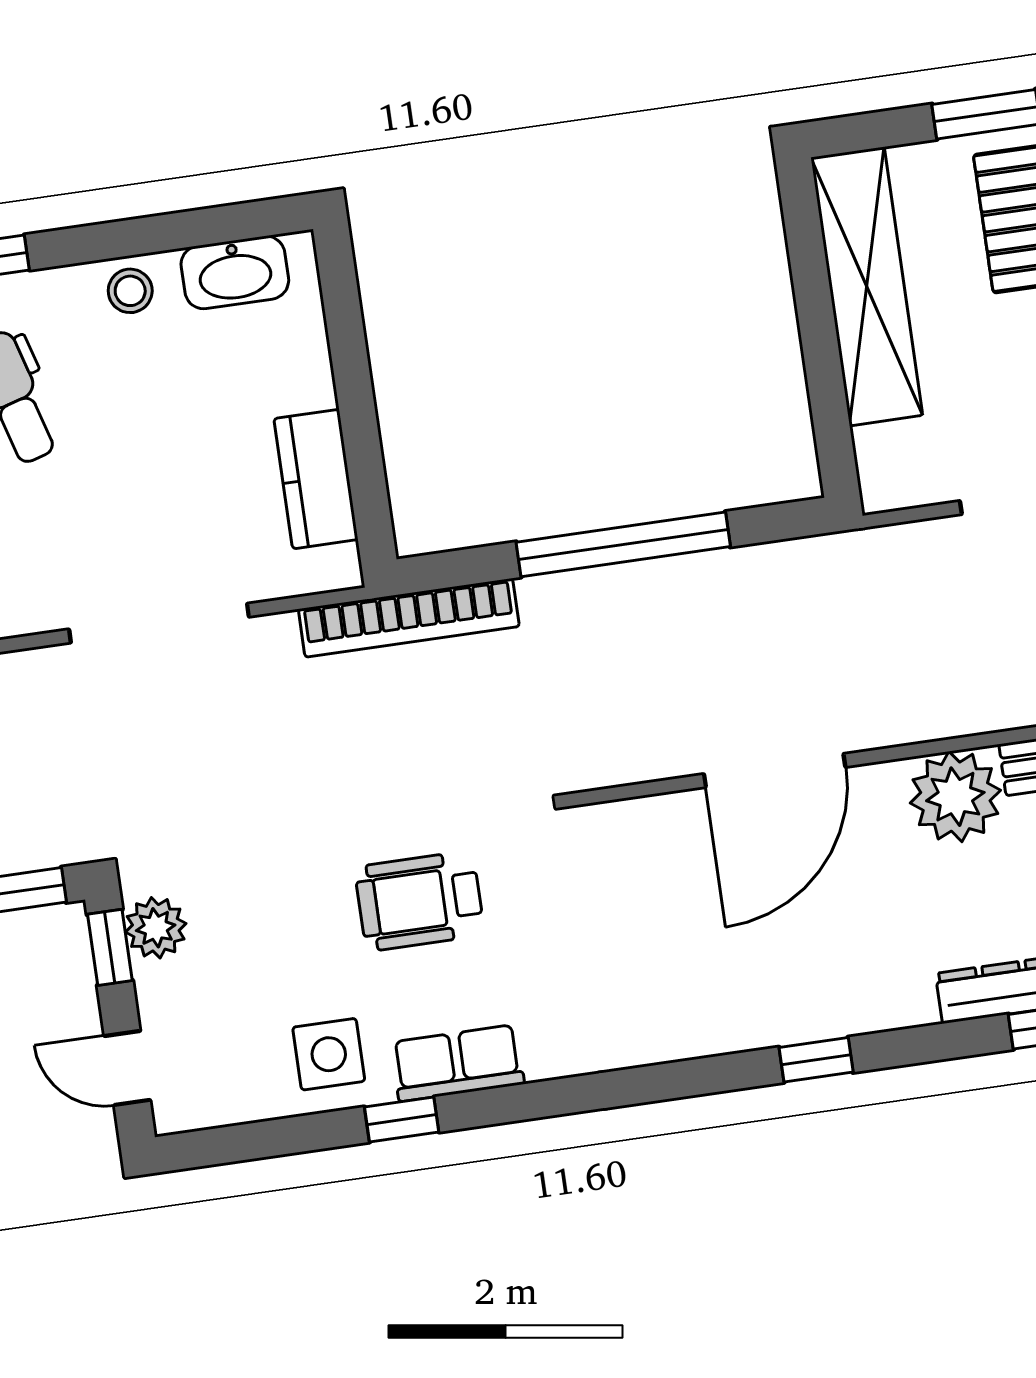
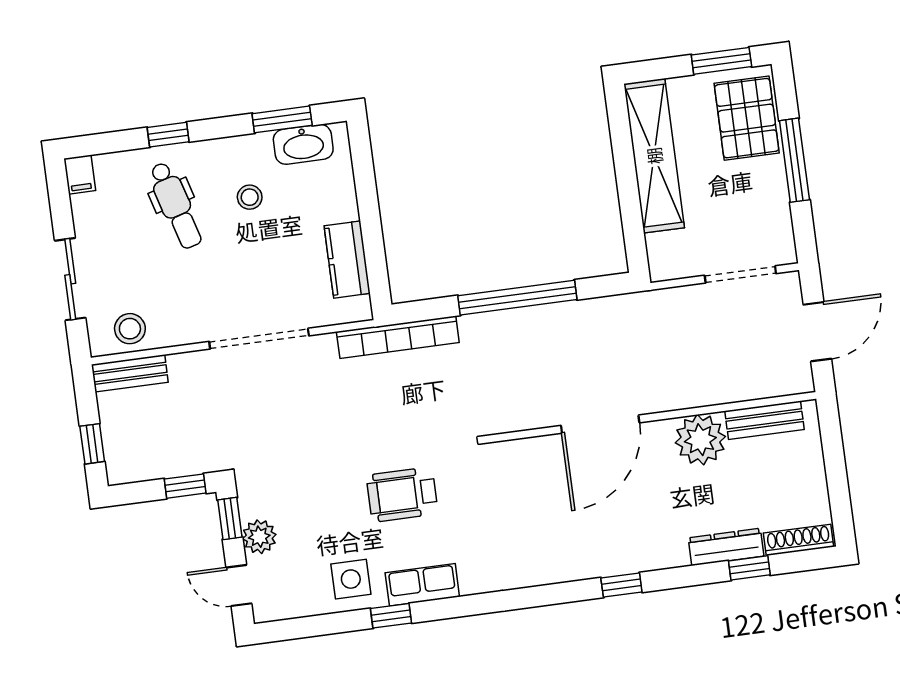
window: (196, 228) -> (282, 119), added
stool: (130, 291) -> (250, 197), moved
plant: (156, 928) -> (259, 537), moved

